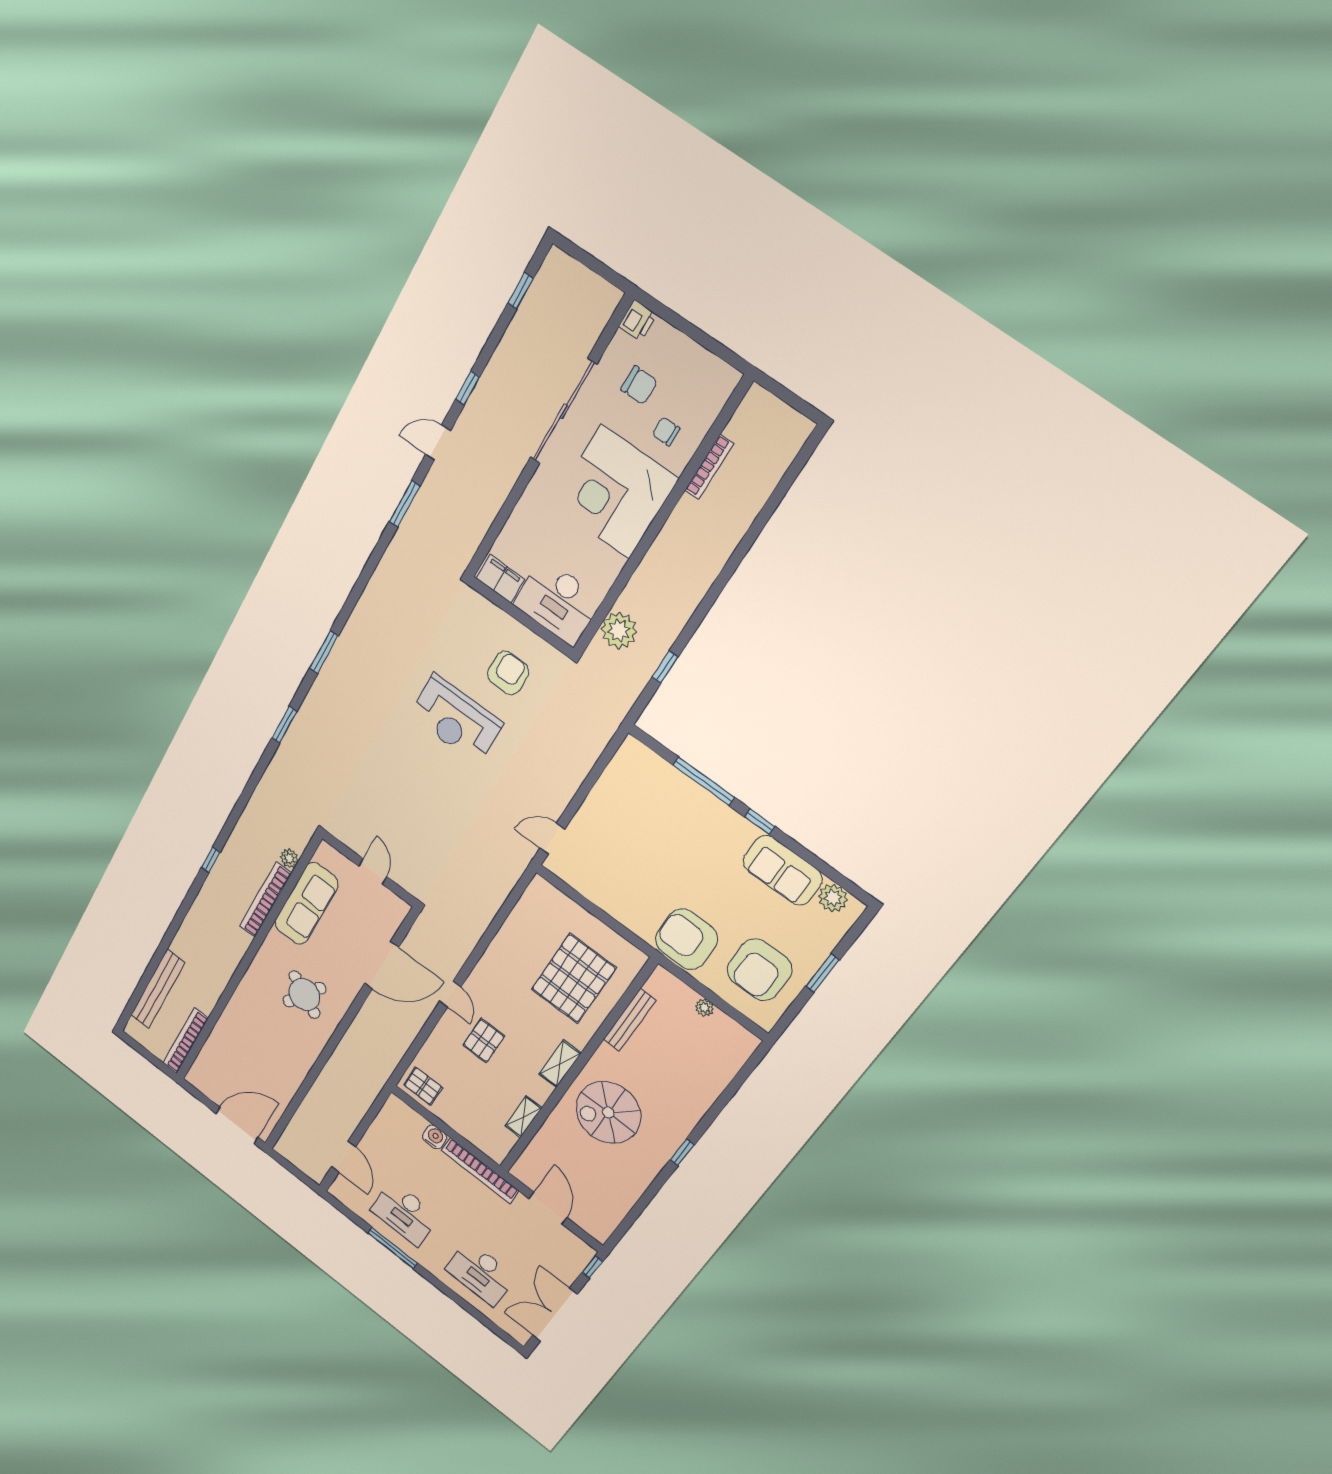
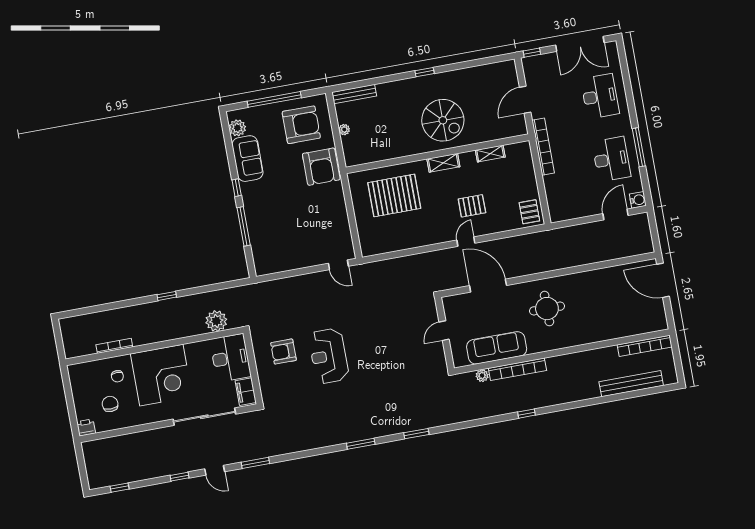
sliding door: (563, 411) -> (204, 417), moved
window: (665, 667) -> (167, 296), moved
reception desk: (456, 719) -> (329, 356), turned 180
window: (823, 973) -> (274, 99), width x2.11
round table: (304, 995) -> (547, 309), turned -30
bench: (630, 1020) -> (354, 94), moved
water cooler: (435, 1137) -> (638, 200), moved, turned 180

